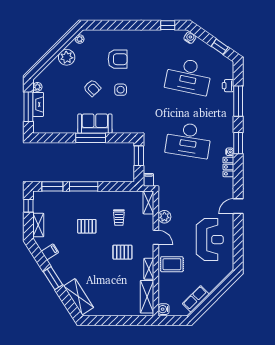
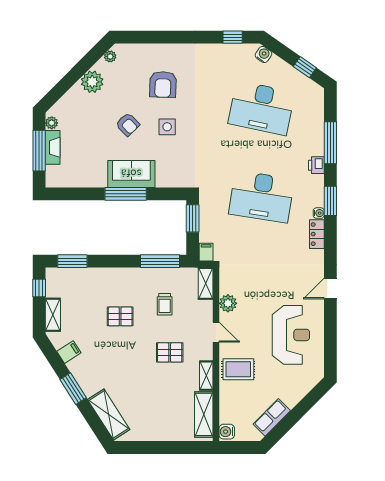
armchair: (118, 59) -> (163, 84), turned 92
printer: (228, 86) -> (316, 165), moved
window: (84, 186) -> (160, 261), moved

